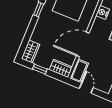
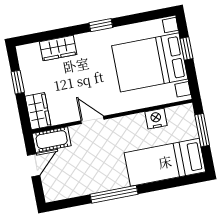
door: (83, 44) -> (92, 120), width x0.53
wardrobe: (31, 52) -> (58, 48), moved

